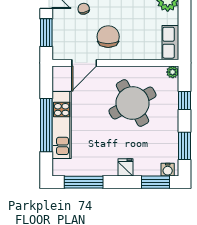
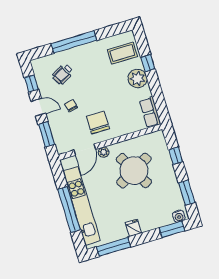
plant: (173, 72) -> (104, 152), moved
kitchen unit: (62, 125) -> (82, 206), width x1.36
fridge: (126, 167) -> (133, 228), moved

